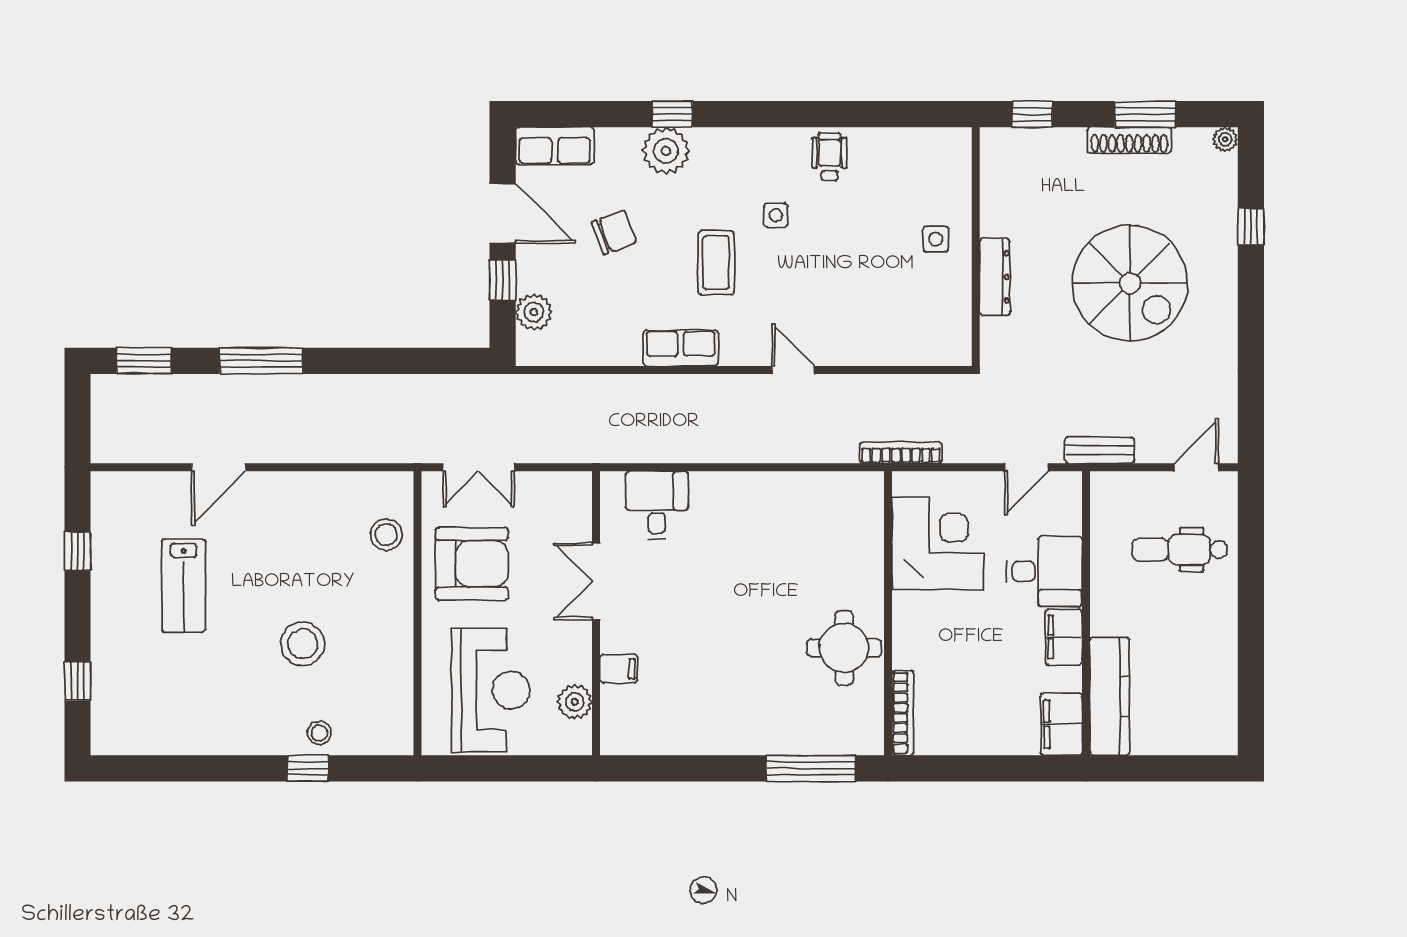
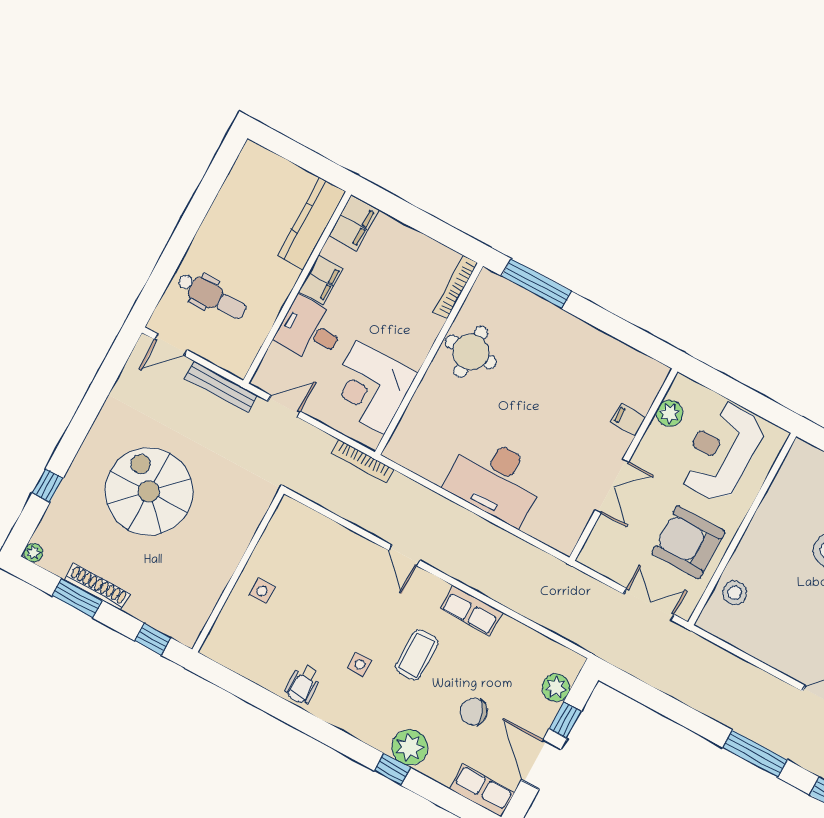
dresser: (995, 277) -> (236, 544), removed
bench: (1100, 450) -> (221, 387), width x1.36
desk: (657, 505) -> (496, 480), moved, width x1.87, depth x1.30

